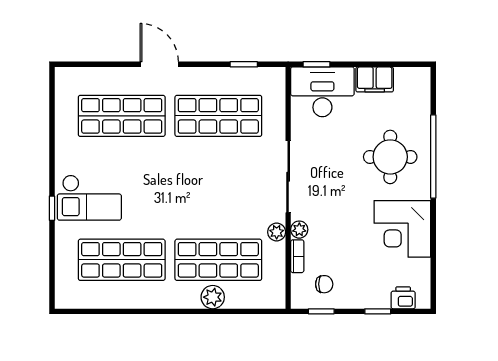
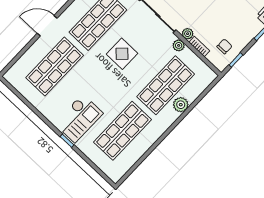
display table: (207, 178) -> (122, 54), added

